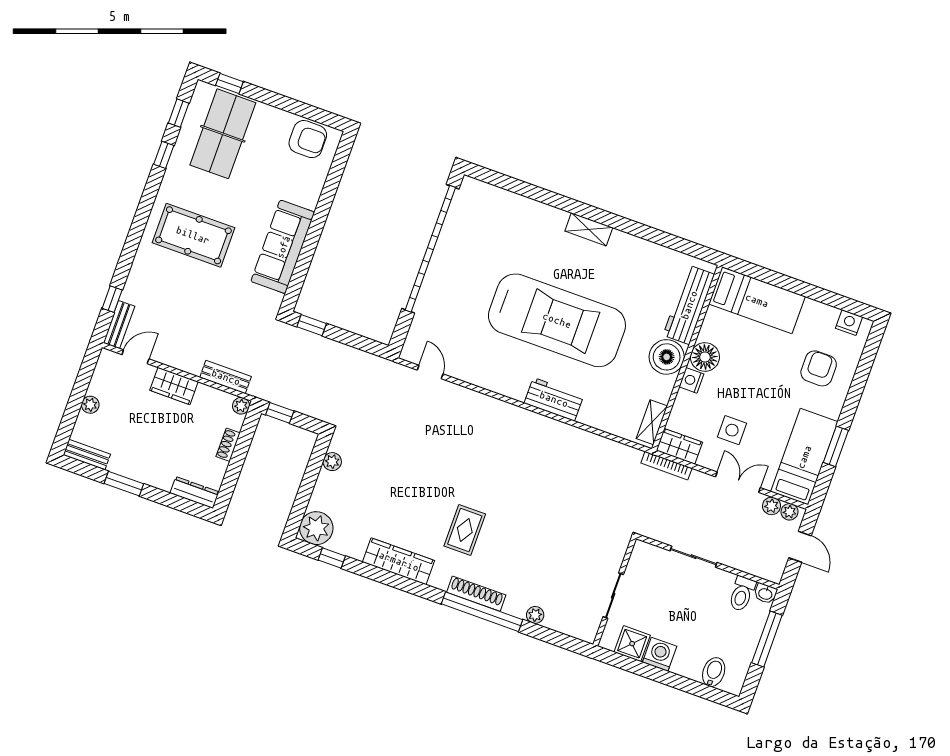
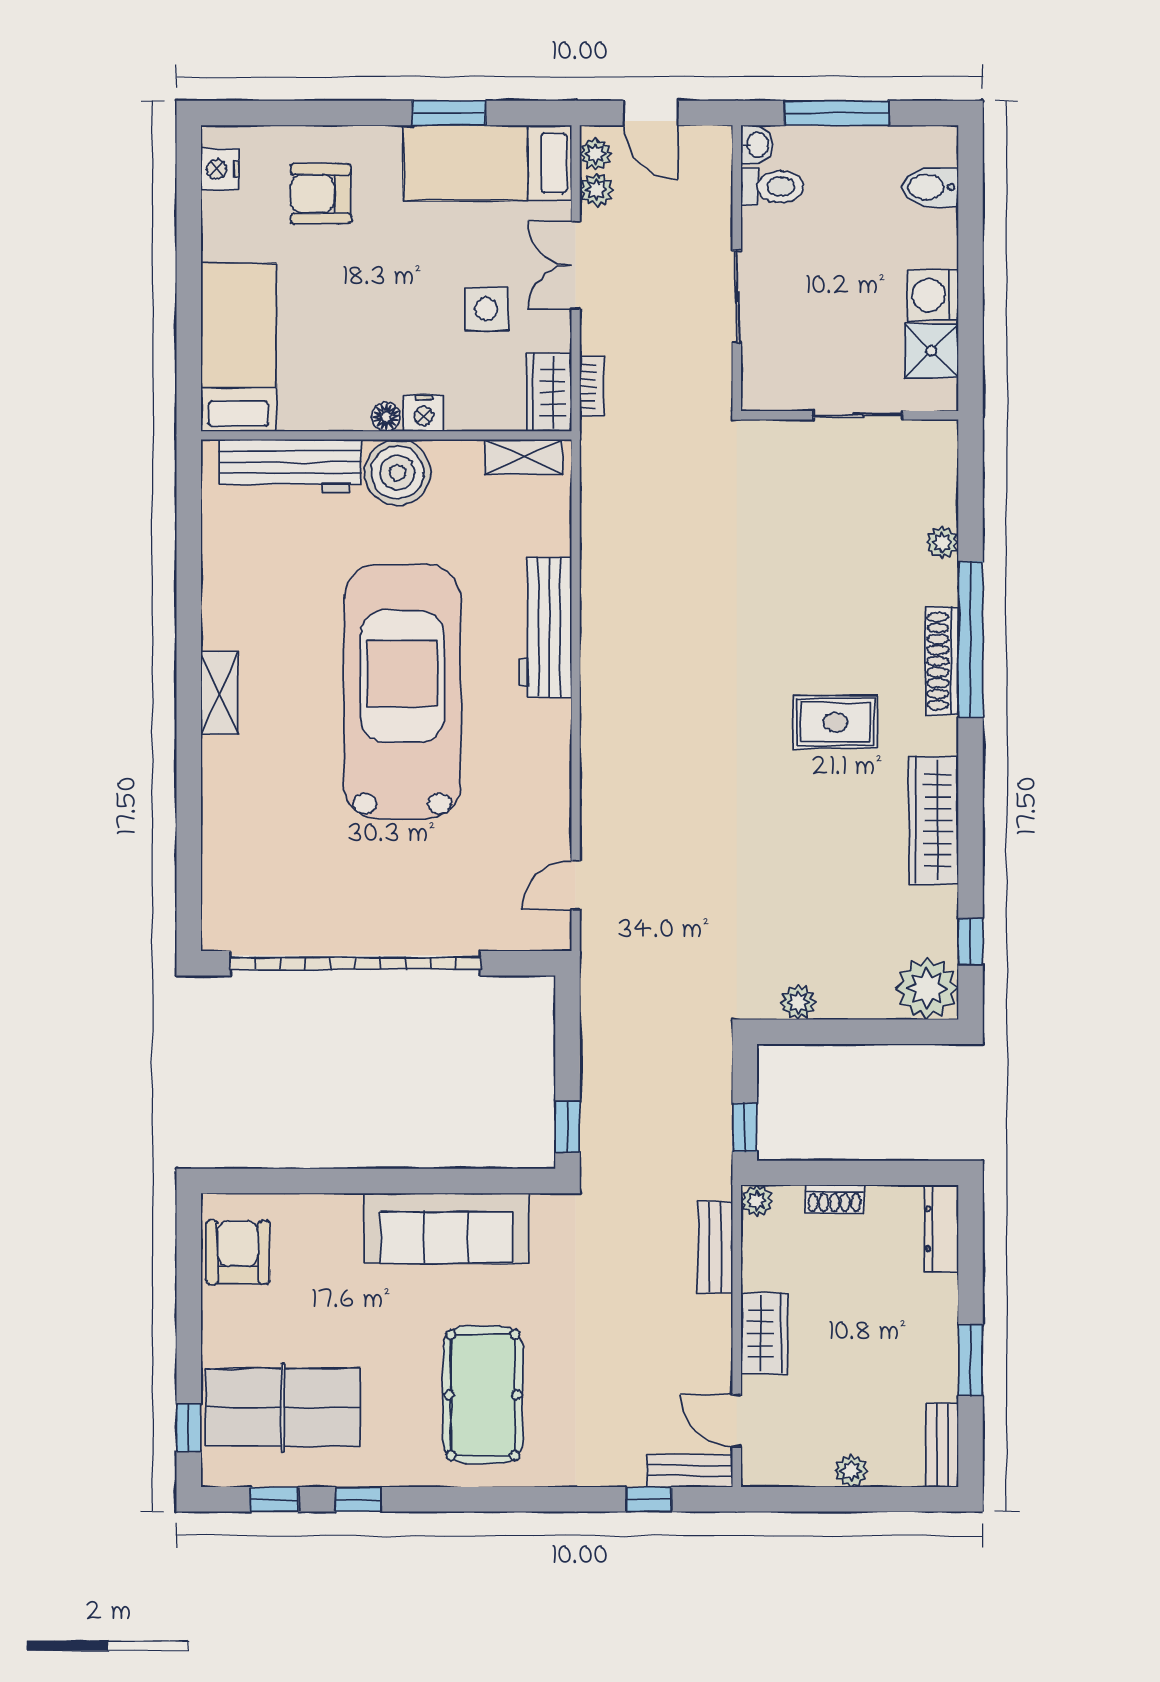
floor lamp: (705, 357) -> (386, 417), width x0.53, depth x0.53
workbench: (554, 399) -> (545, 628), width x1.38
bookcase: (666, 466) -> (592, 386), width x0.64
door: (800, 547) -> (651, 113), swing flipped

